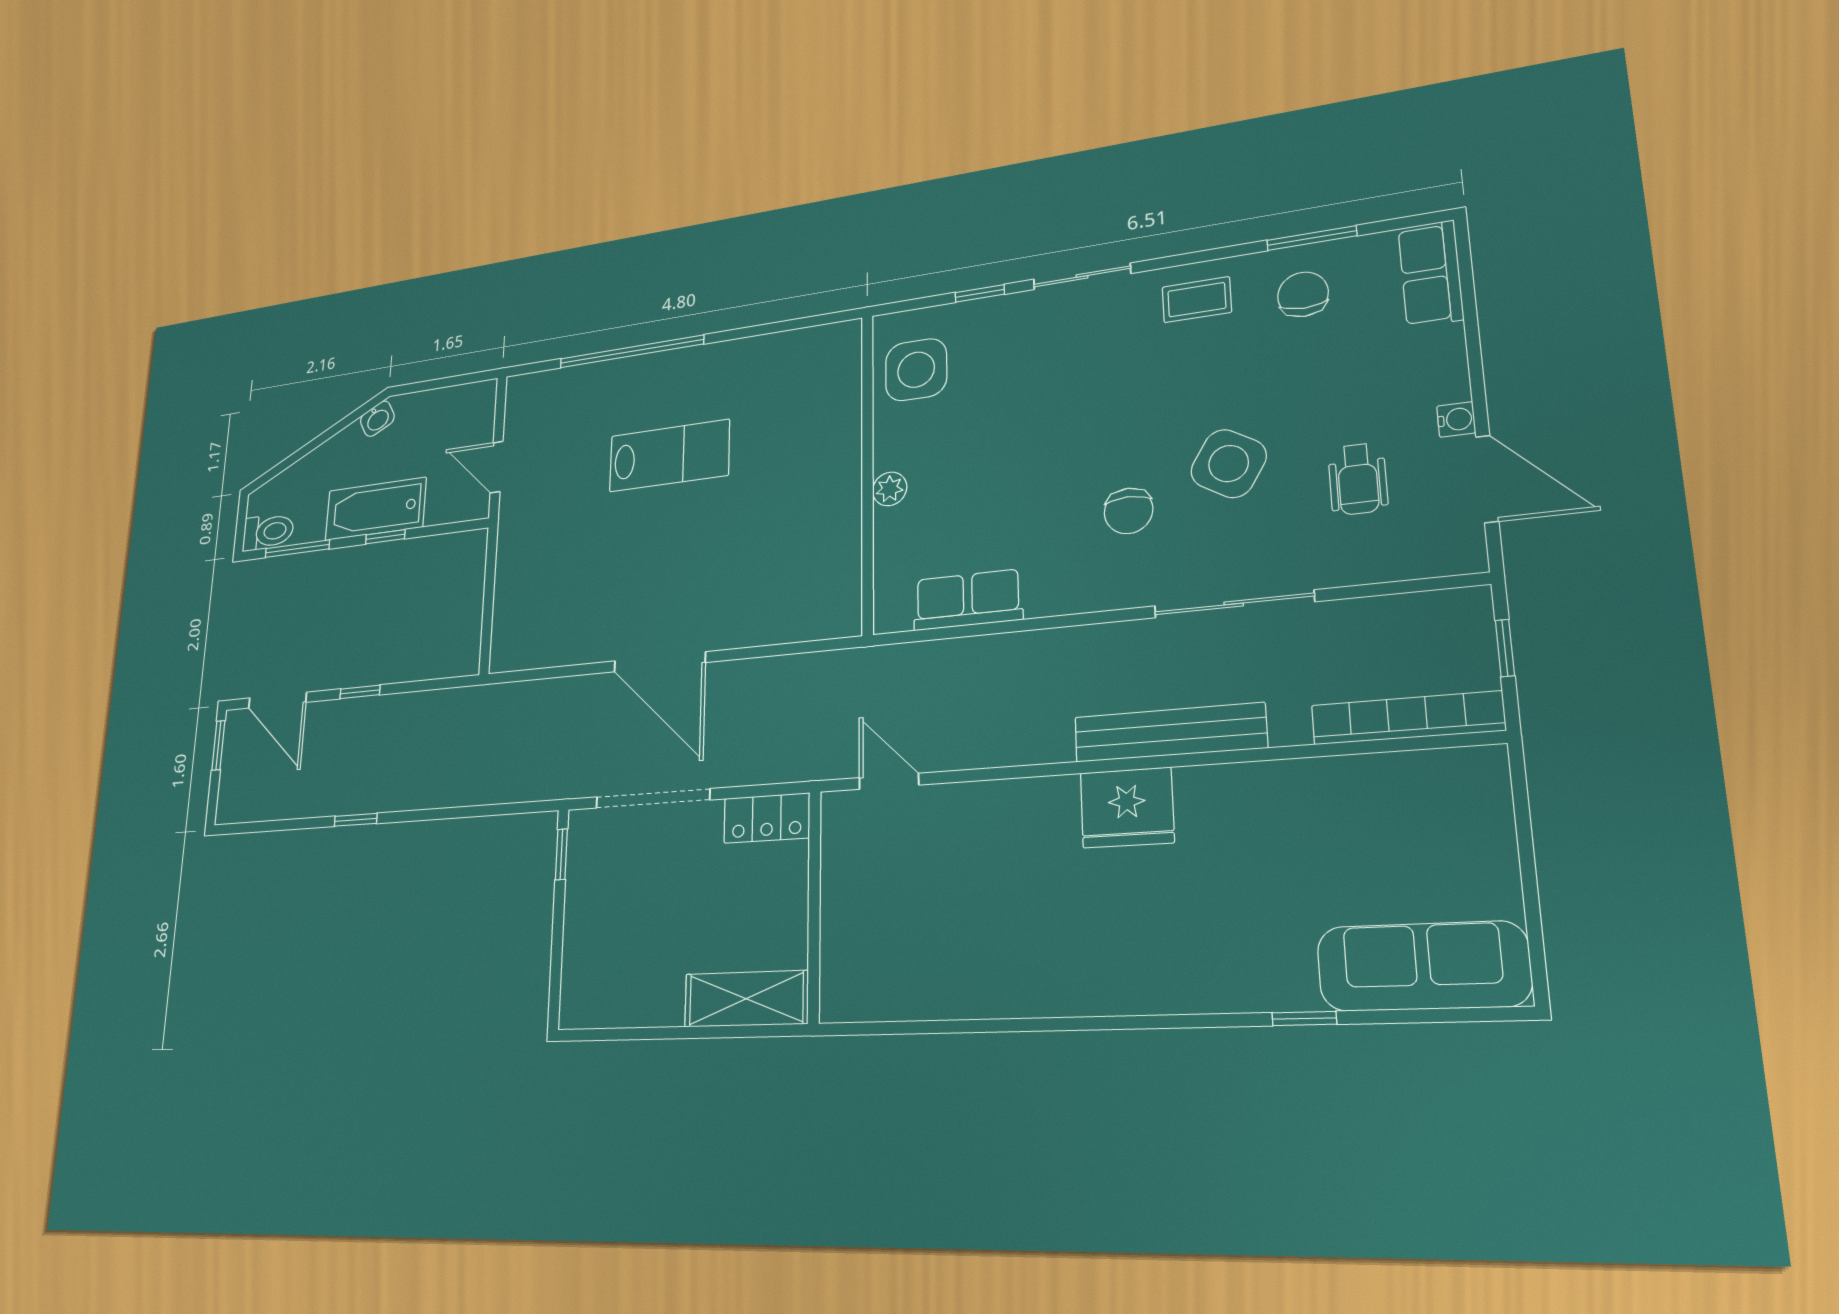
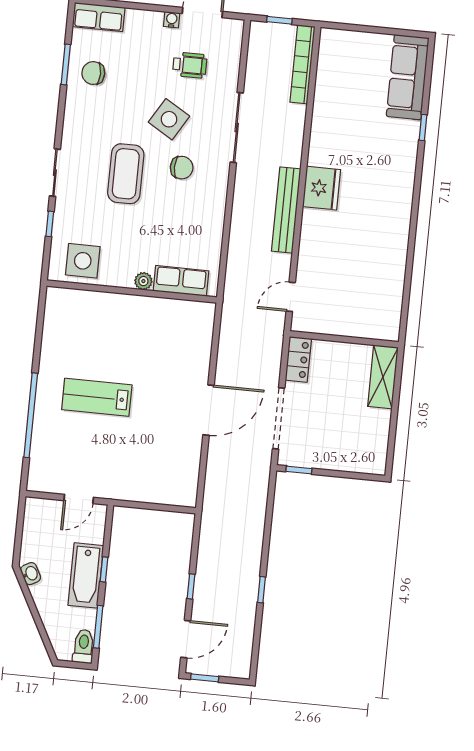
coffee table: (1197, 300) -> (126, 174), moved, width x1.86, depth x1.72
lab bench: (669, 456) -> (97, 397), turned -90
row of seats: (968, 600) -> (181, 281), moved, turned 90
bench: (1170, 732) -> (286, 210), moved

